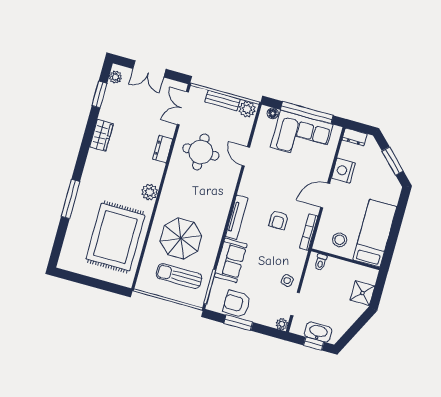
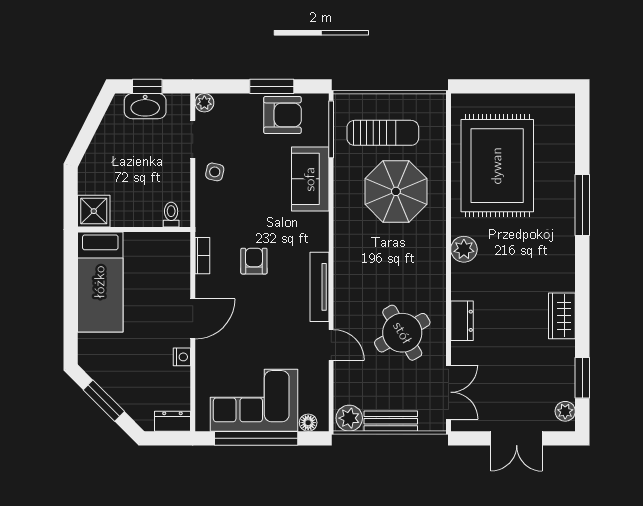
double door: (149, 69) -> (517, 438), swing flipped
round table: (201, 152) -> (402, 333), turned -30
nightstand: (343, 171) -> (182, 357), width x0.53, depth x0.56
tv unit: (237, 217) -> (319, 287), moved
bookcase: (309, 232) -> (202, 256), width x0.64
stool: (340, 240) -> (152, 257), removed
shower: (362, 293) -> (94, 211), moved

